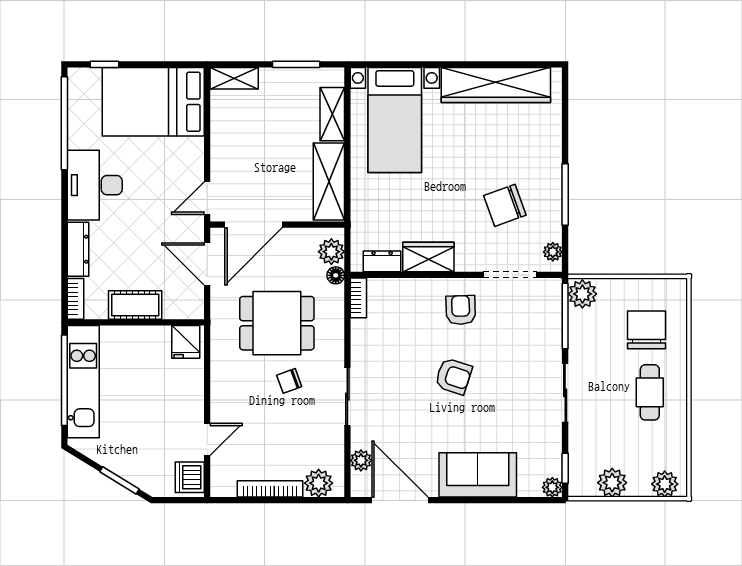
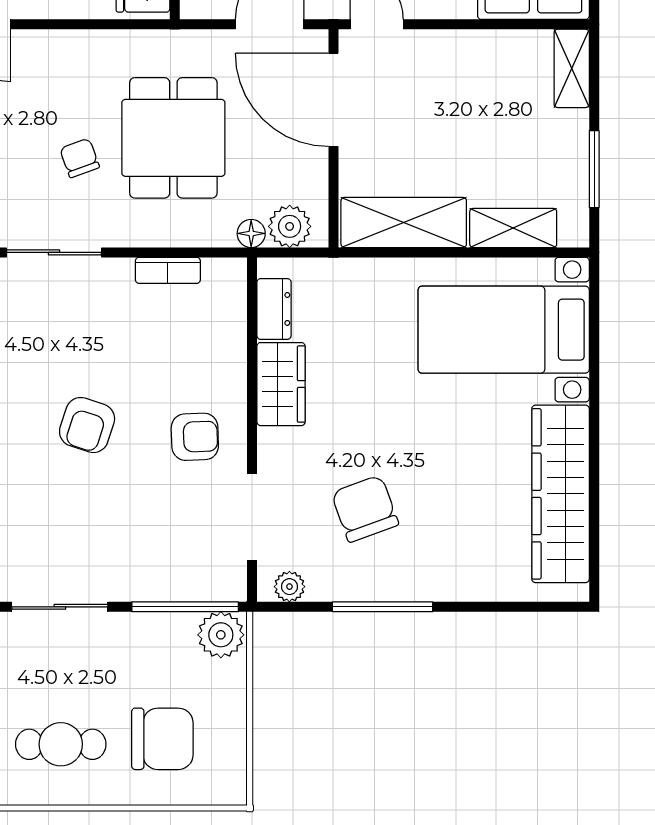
bookcase: (358, 298) -> (168, 270), moved

